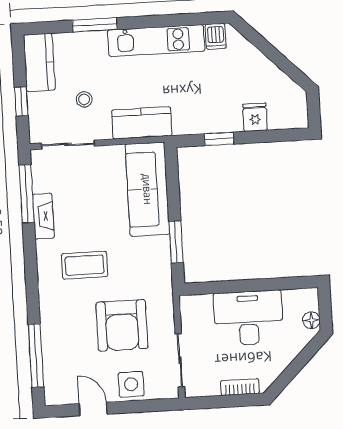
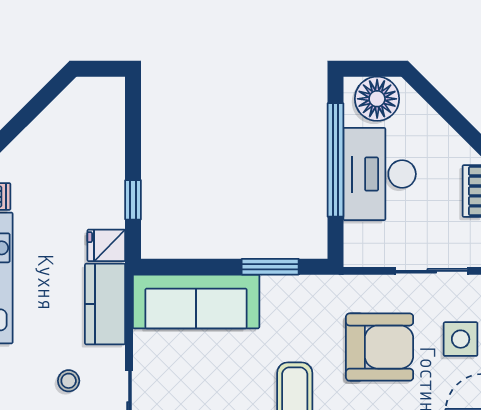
fridge: (255, 117) -> (106, 245), moved
window: (257, 285) -> (335, 160), added
floor lamp: (311, 320) -> (377, 99), width x1.89, depth x1.89

